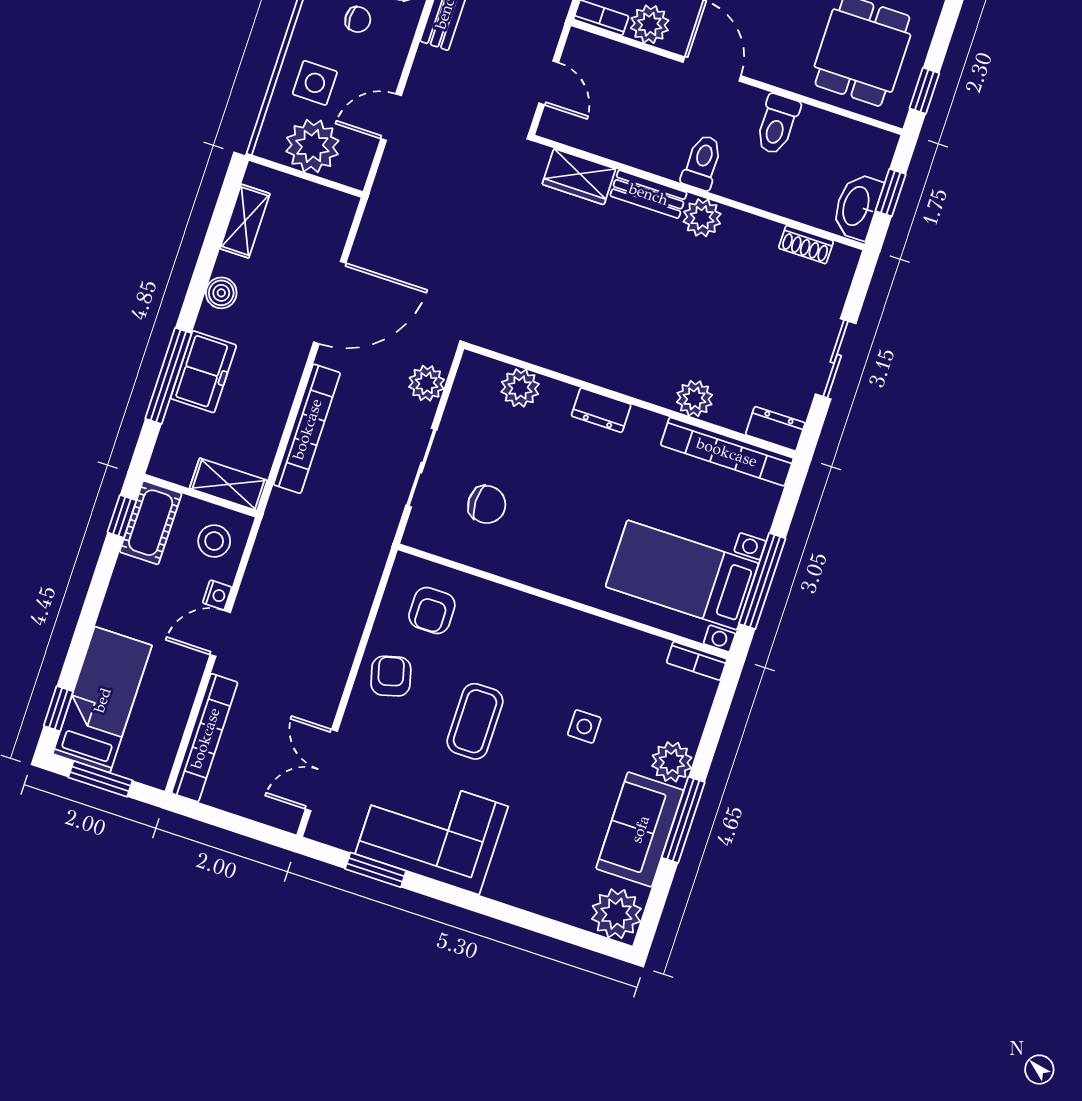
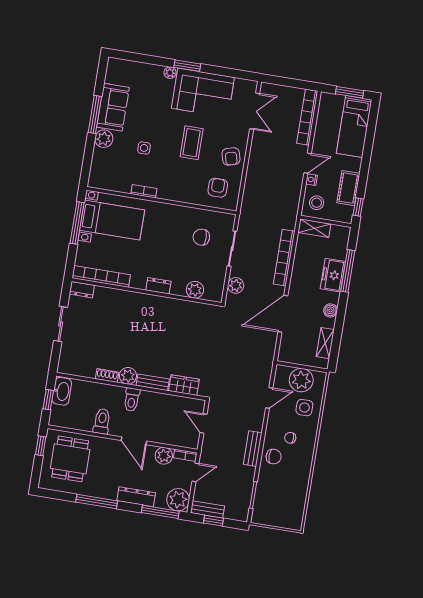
shoe rack: (806, 245) -> (107, 376), moved
plant: (694, 399) -> (119, 297), removed
cot: (151, 523) -> (348, 188), moved
bookcase: (697, 661) -> (144, 191), moved
window: (58, 709) -> (372, 120), removed
window: (376, 870) -> (187, 66), moved
plant: (616, 914) -> (170, 73), moved, width x0.53, depth x0.53

